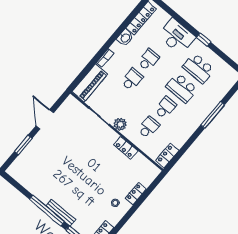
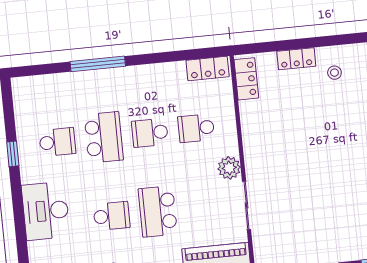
window: (204, 40) -> (13, 154), moved
school desk: (148, 60) -> (112, 216), turned 180
school desk: (198, 68) -> (57, 142), width x0.54
school desk: (132, 79) -> (158, 211), width x1.85
locker: (126, 148) -> (246, 79), moved

